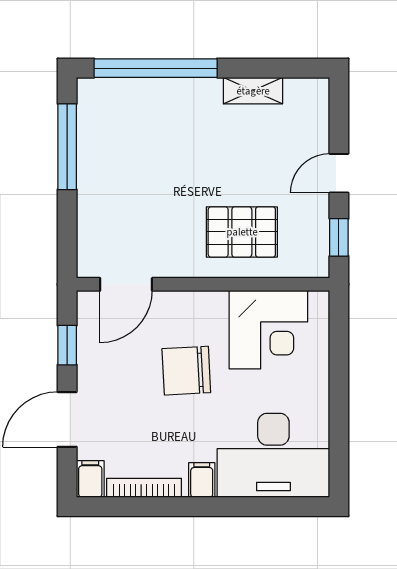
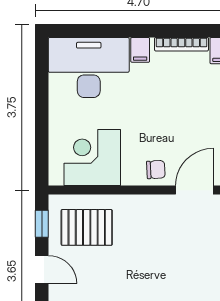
door: (339, 173) -> (42, 270), hinge flipped
pallet: (242, 232) -> (87, 227), moved
chair: (186, 371) -> (156, 170), moved, width x0.54, depth x0.54

